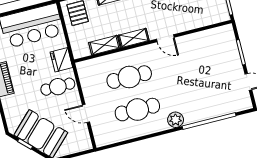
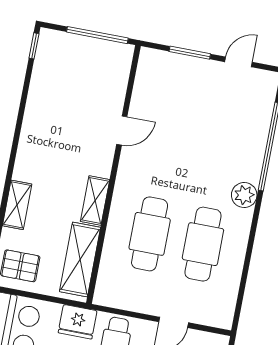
door: (165, 38) -> (122, 130), moved
shelving: (104, 45) -> (80, 259), width x1.50, depth x1.33

